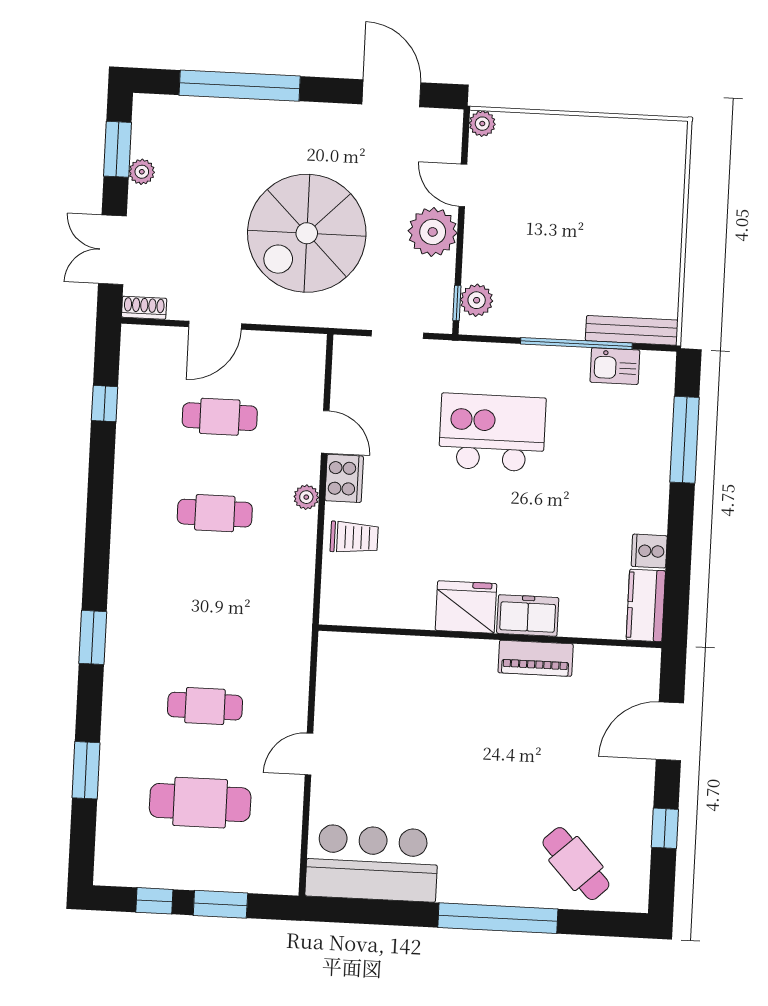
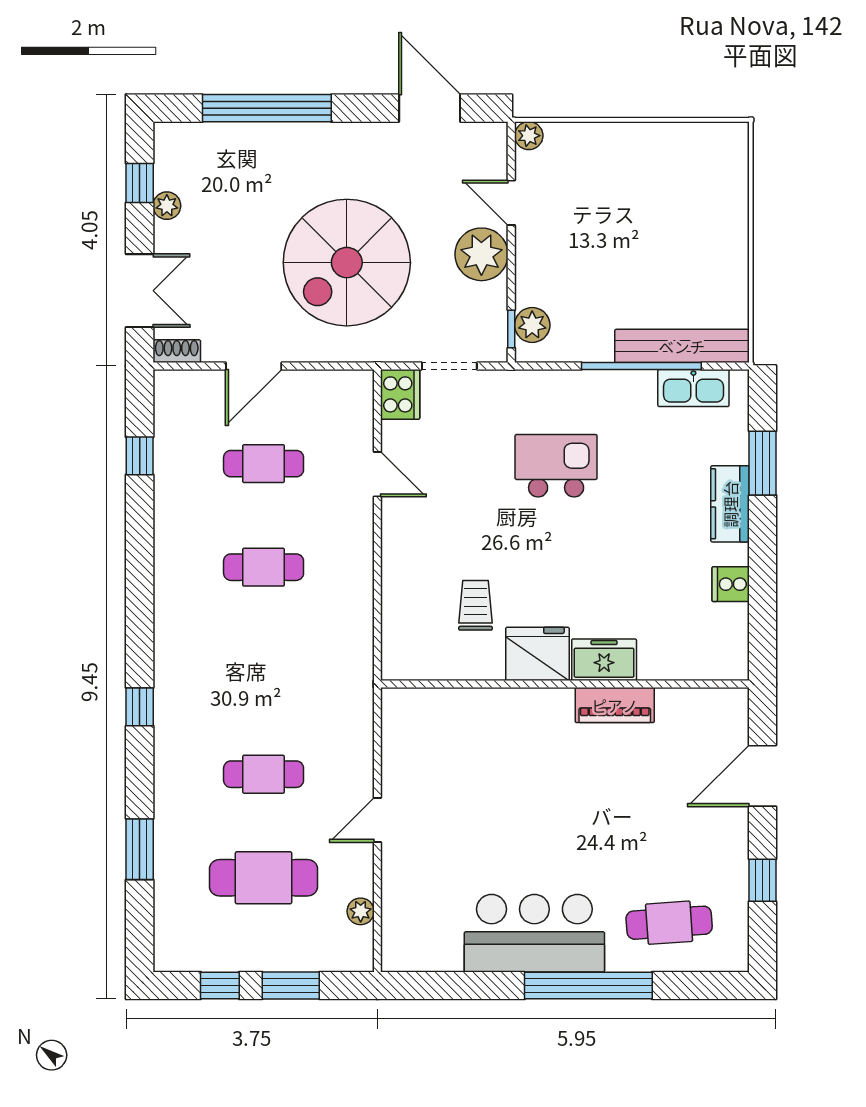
window: (117, 149) -> (140, 183), width x0.67
double door: (112, 250) -> (140, 291), swing flipped
bench: (632, 330) -> (682, 346), width x1.37, depth x1.21
kitchen sink: (615, 366) -> (693, 388), width x1.38
kitchen island: (492, 432) -> (556, 466), width x0.73, depth x0.78
window: (685, 440) -> (762, 463), width x0.69
cooker: (344, 478) -> (400, 394), moved
plant: (306, 497) -> (361, 911), moved
trolley: (354, 537) -> (475, 605), moved, turned -90
kitchen counter: (646, 605) -> (730, 504), moved
window: (93, 637) -> (140, 707), width x0.67
bar counter: (372, 863) -> (534, 933), moved
cafe table: (576, 864) -> (669, 923), turned -51

